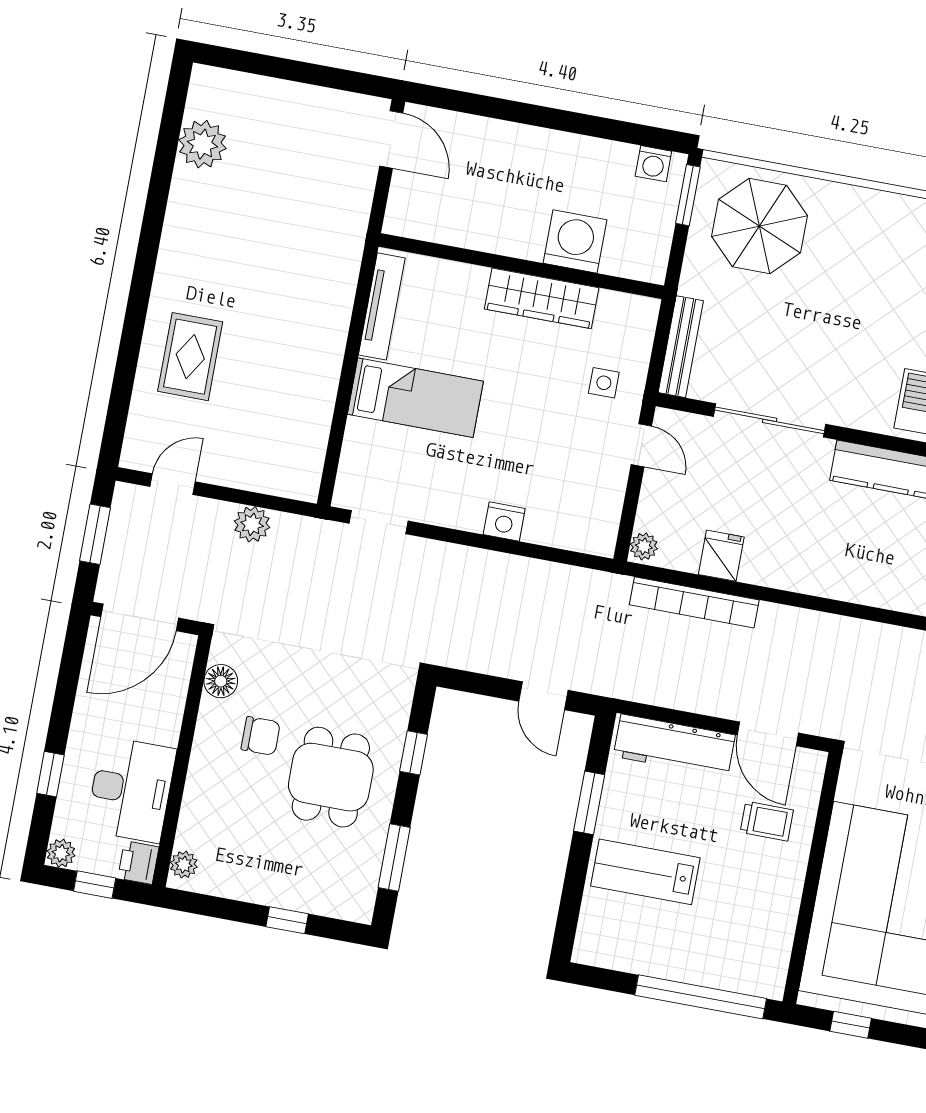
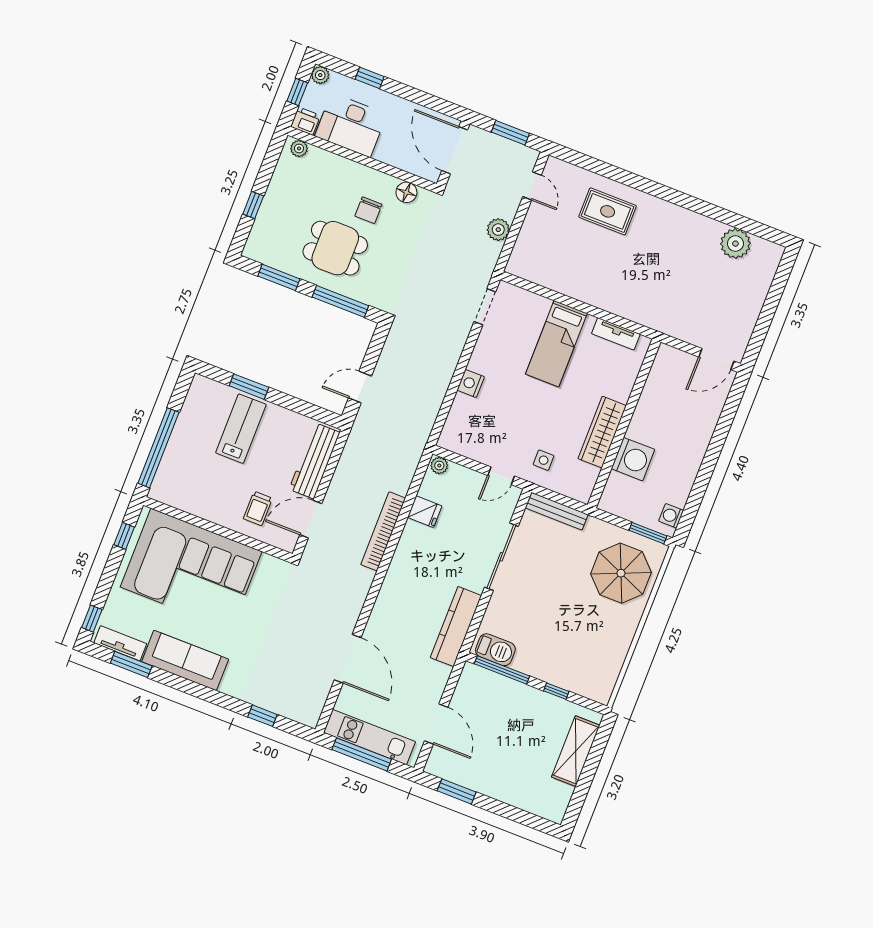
tv unit: (382, 306) -> (616, 334), width x0.71
bookcase: (694, 602) -> (383, 531), moved
window: (414, 753) -> (340, 301), width x2.17
window: (589, 803) -> (249, 387), moved

